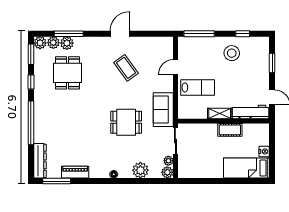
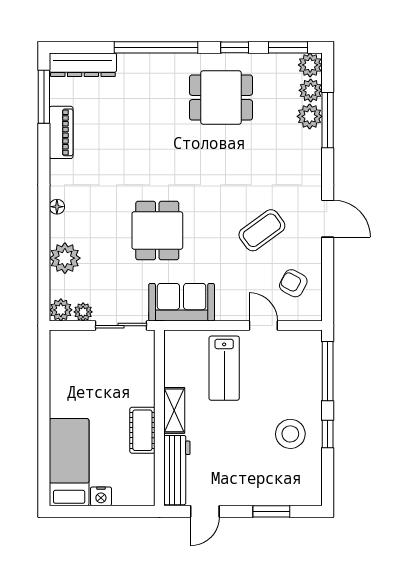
window: (243, 34) -> (328, 434), moved
armchair: (153, 52) -> (293, 283), added
dining table: (68, 73) -> (221, 98), moved

